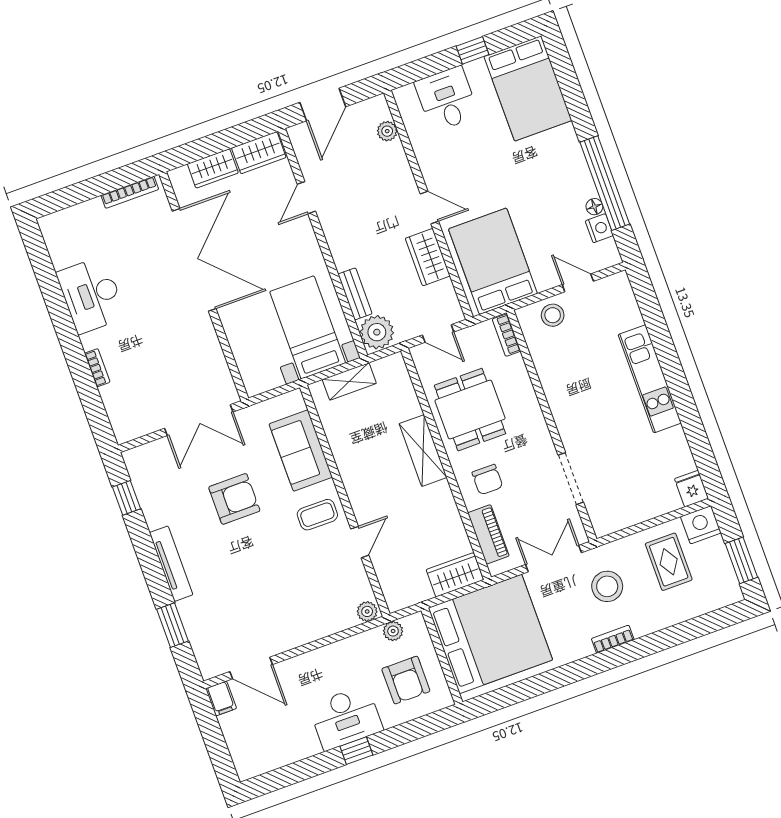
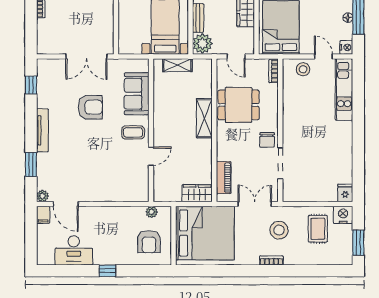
nightstand: (599, 228) -> (346, 47), moved
kitchen unit: (650, 379) -> (344, 89), moved
dining table: (470, 410) -> (238, 105), turned 90
chair: (487, 480) -> (267, 140), moved
plant: (367, 611) -> (42, 196), moved
desk: (346, 718) -> (74, 250), moved

